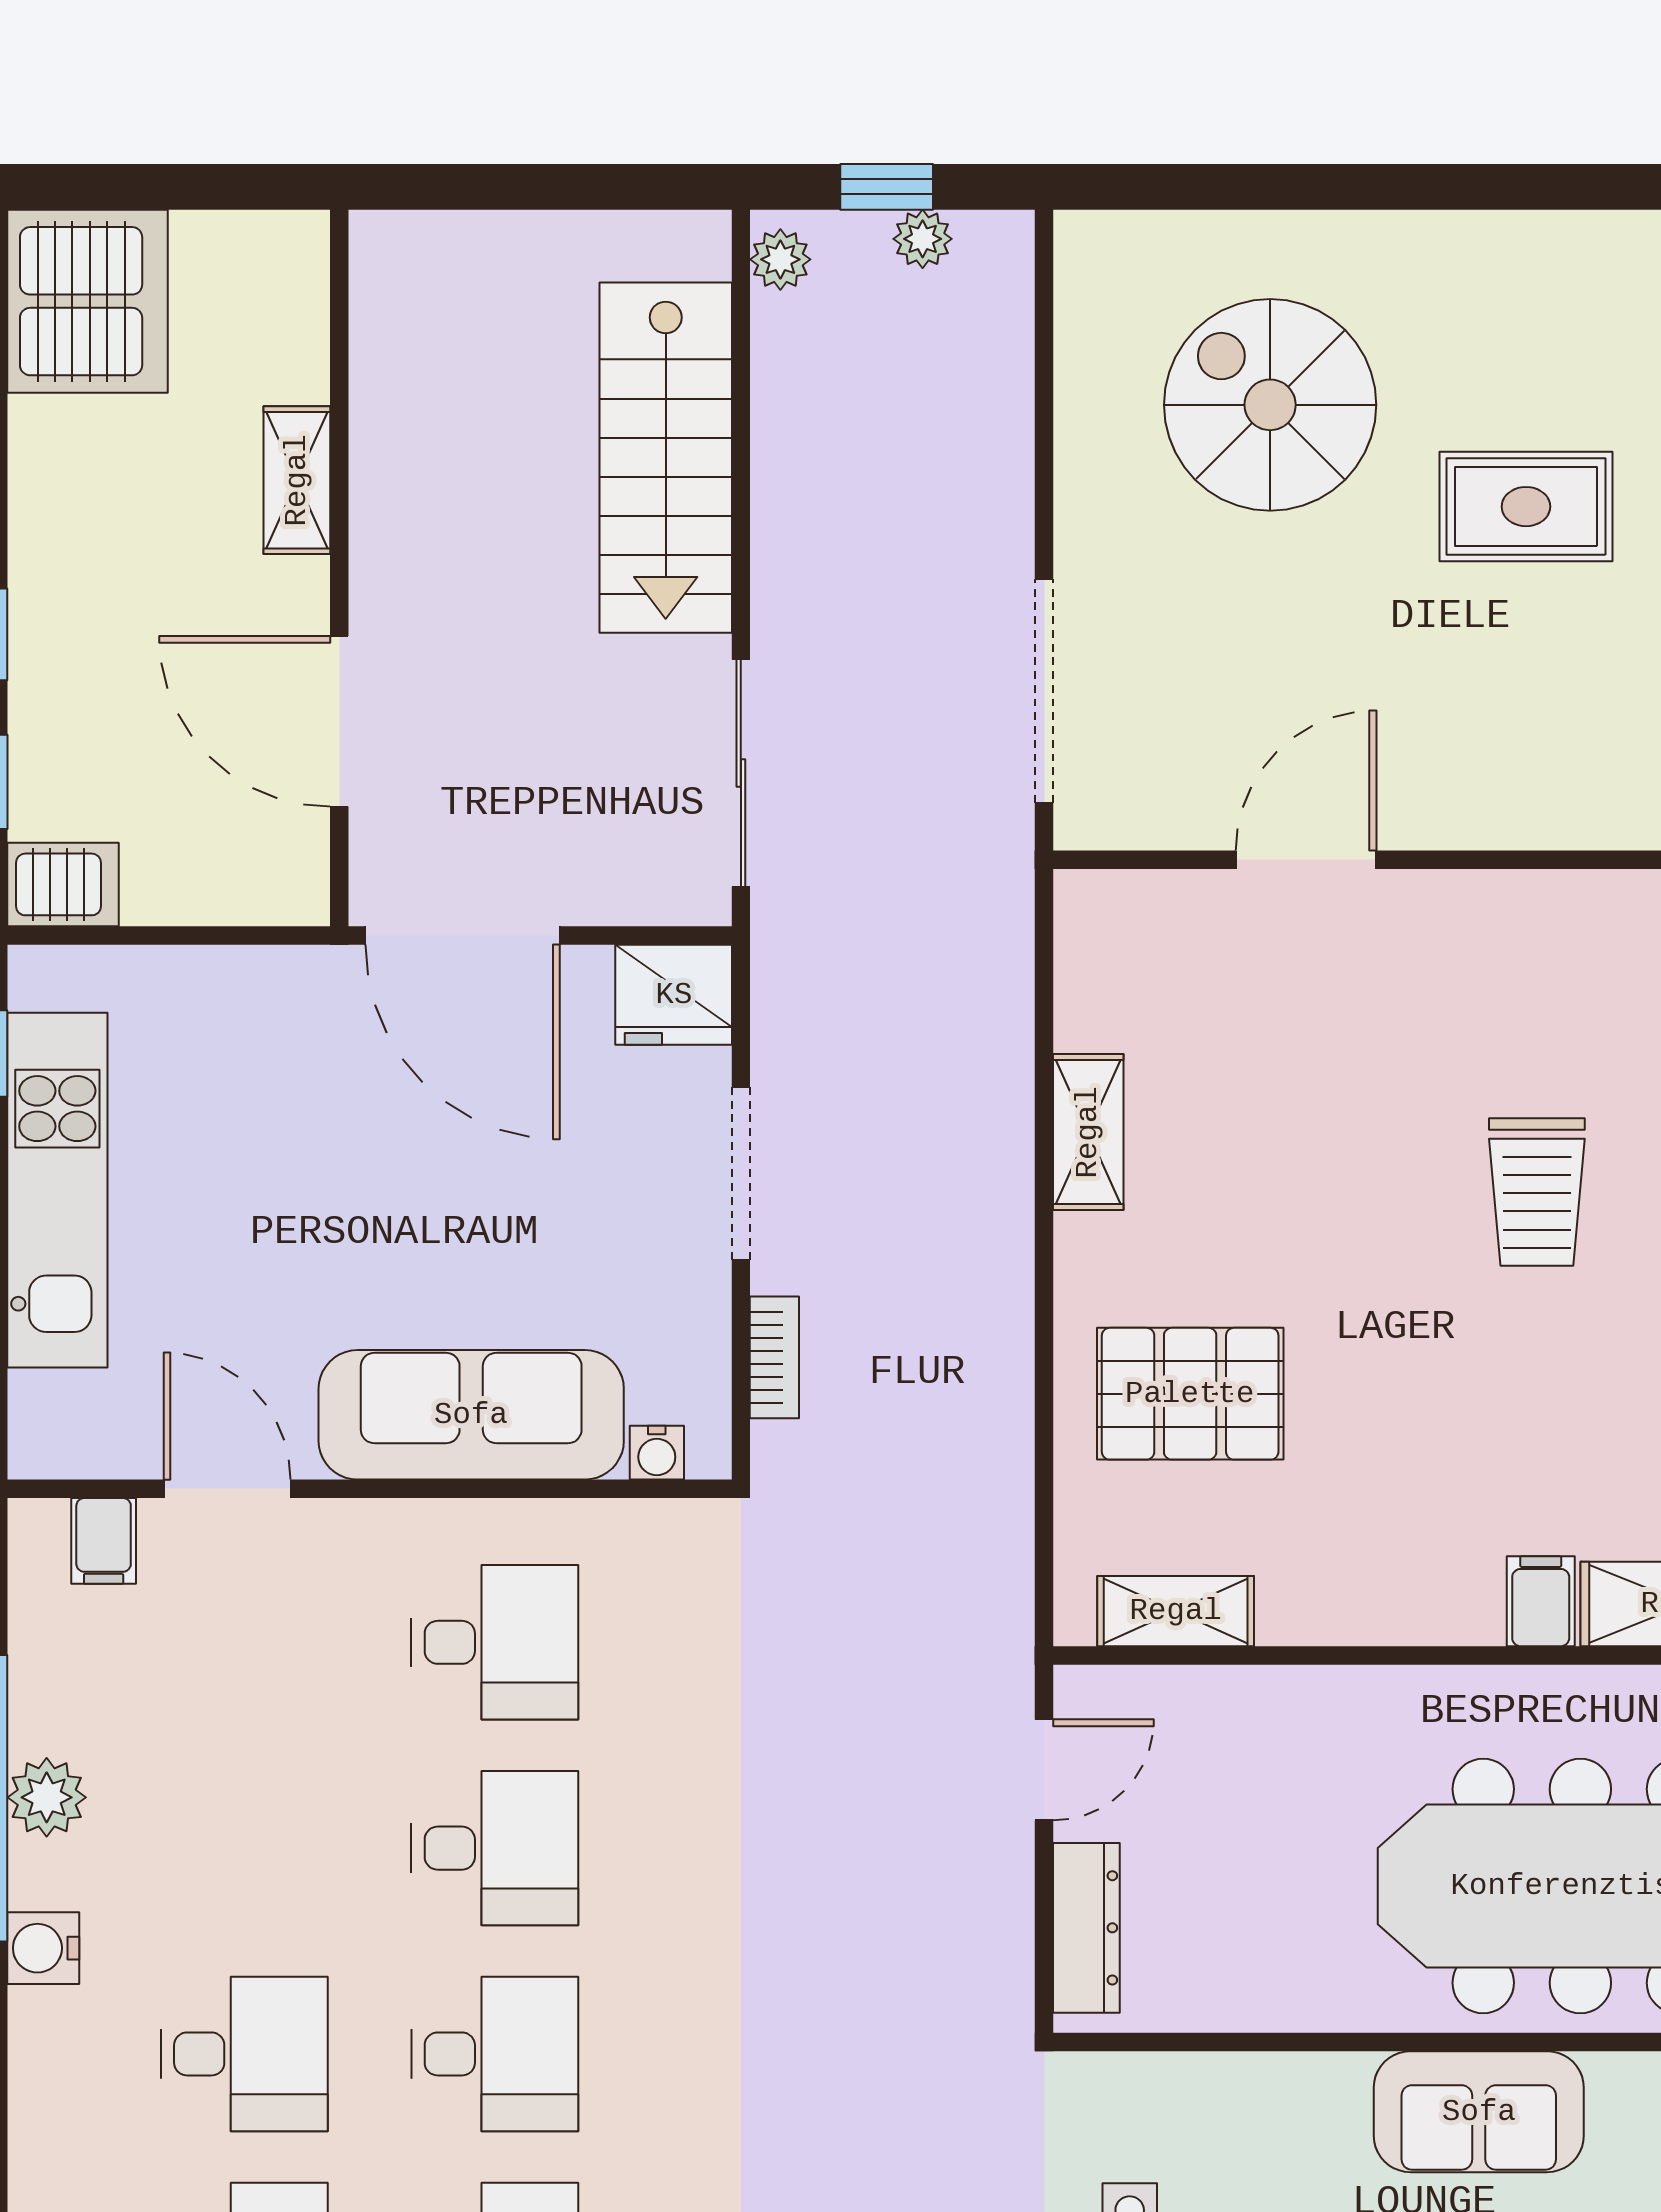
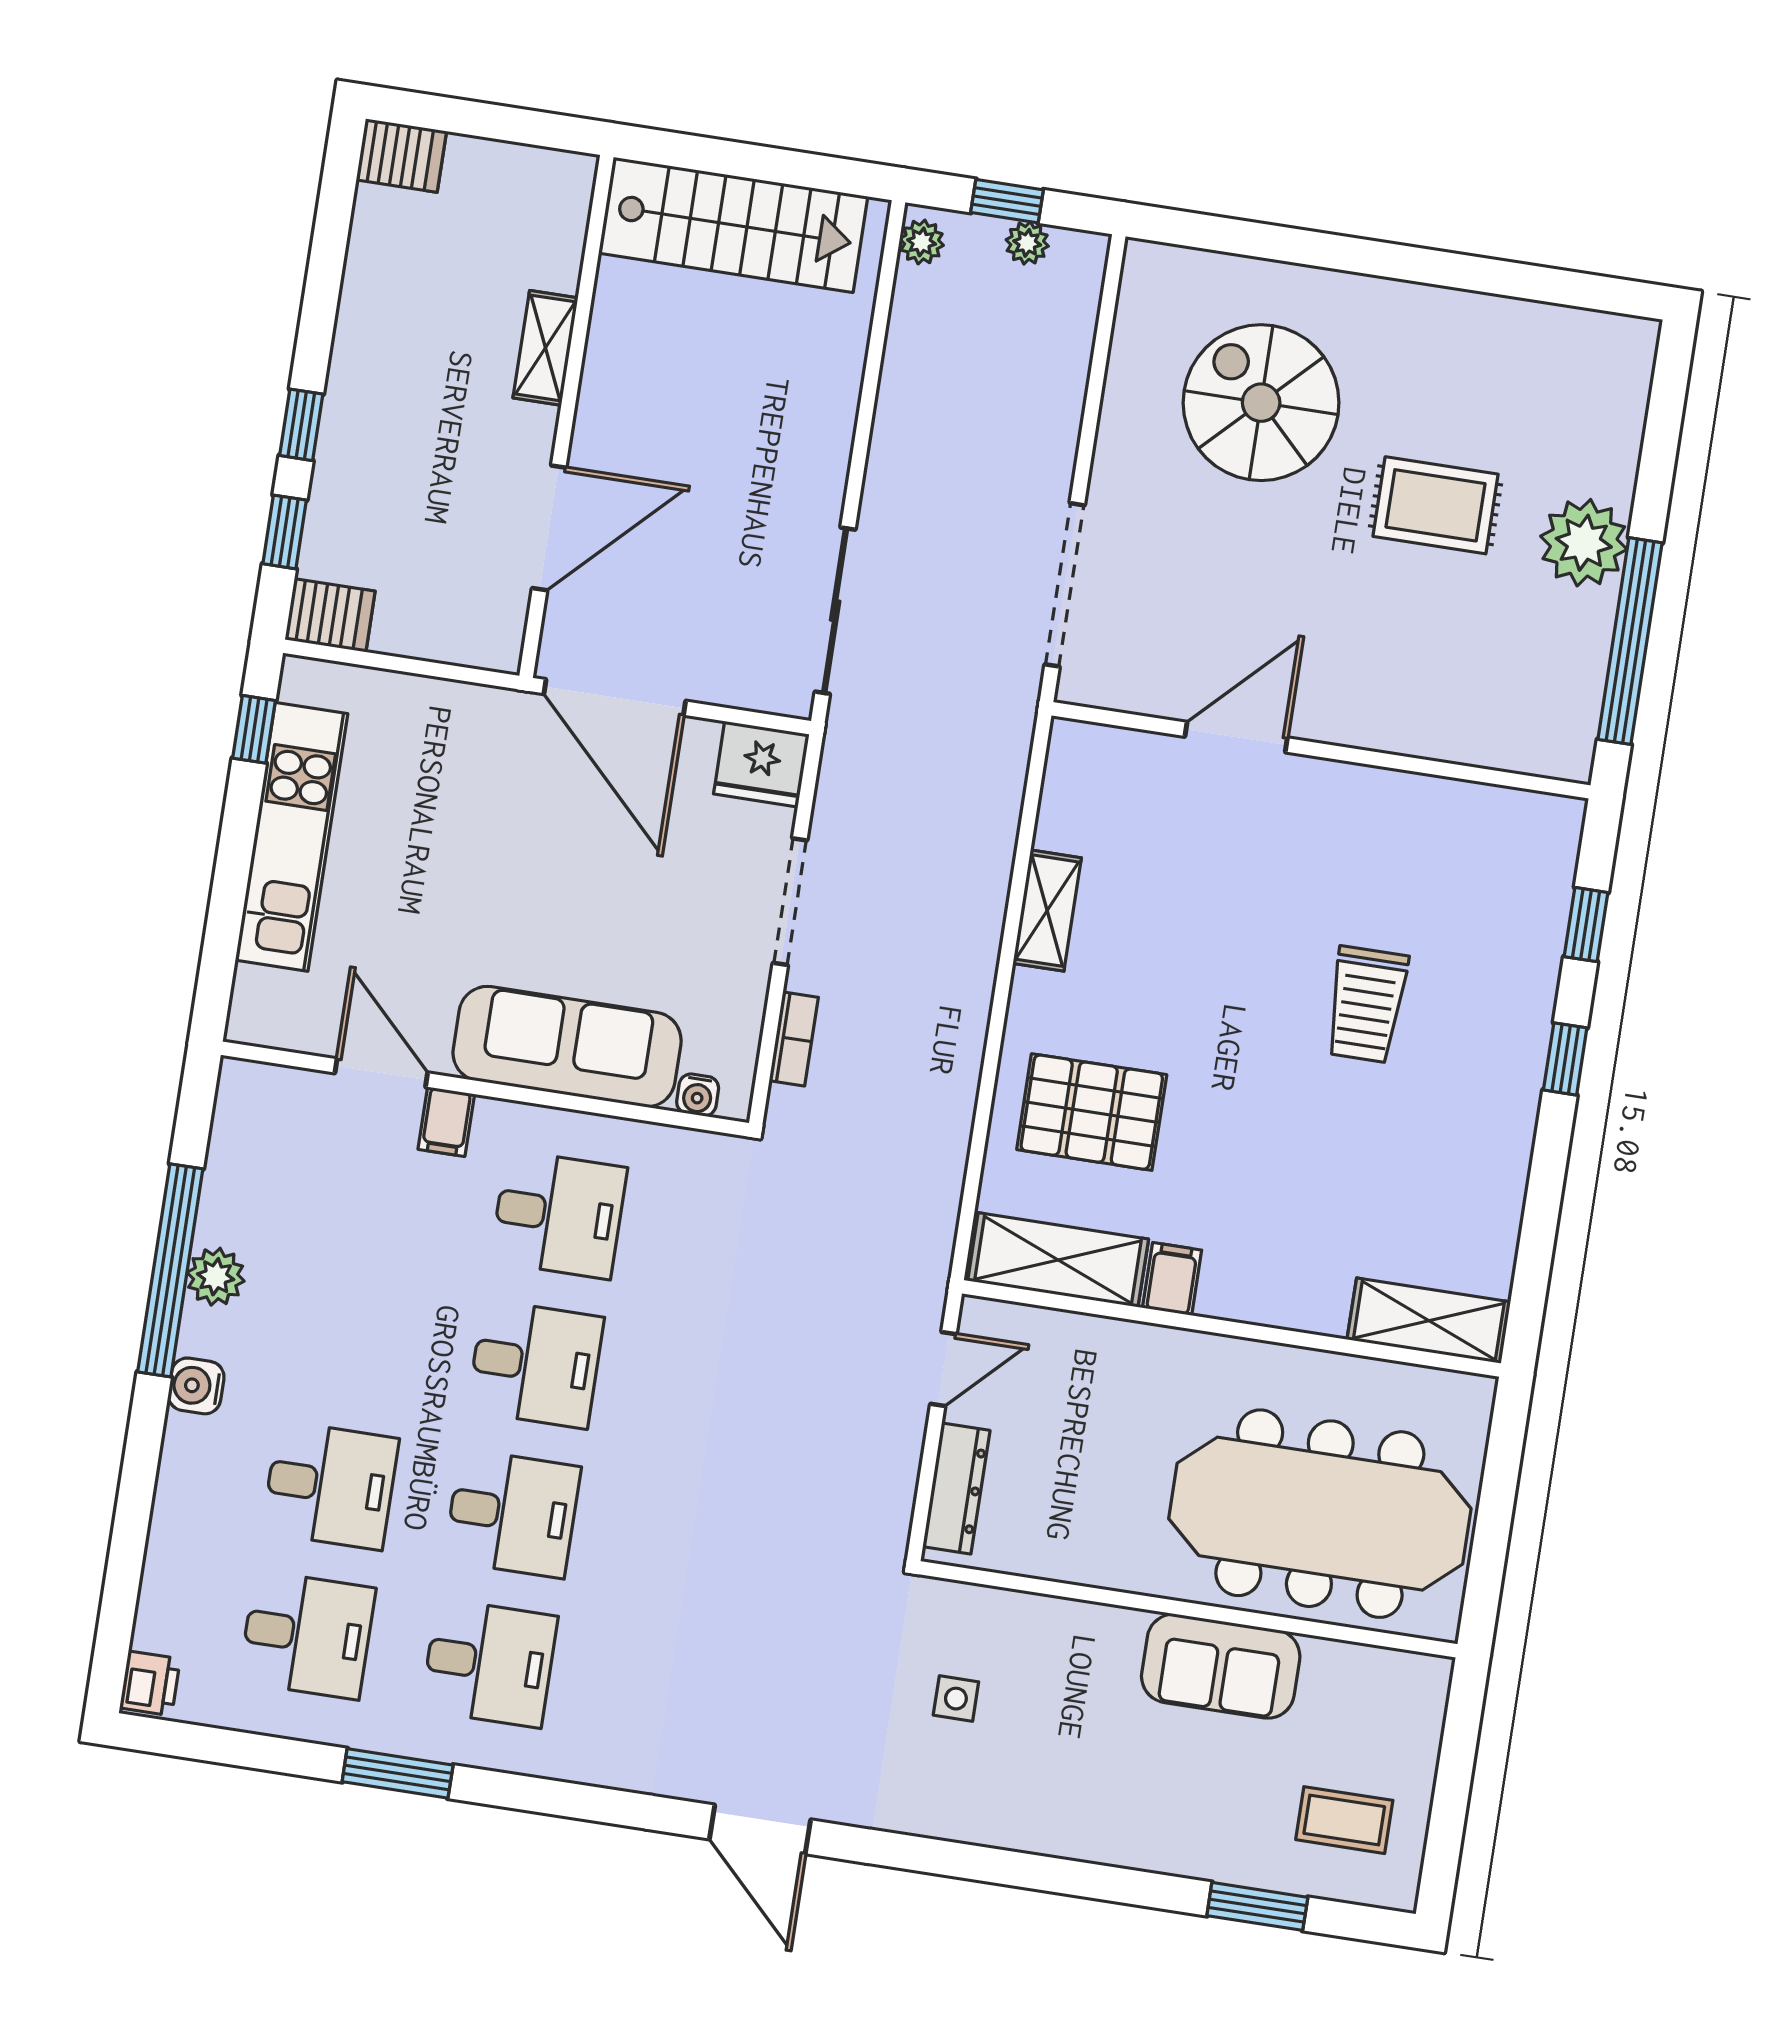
server rack: (88, 301) -> (401, 156), width x0.46, depth x0.70
stairs: (666, 458) -> (733, 225), moved, turned -90
door: (339, 721) -> (549, 528), swing flipped
filing cabinet: (104, 1541) -> (446, 1122), moved
filing cabinet: (1541, 1601) -> (1172, 1279), moved
shelving: (1176, 1611) -> (1058, 1260), width x1.50, depth x1.33

